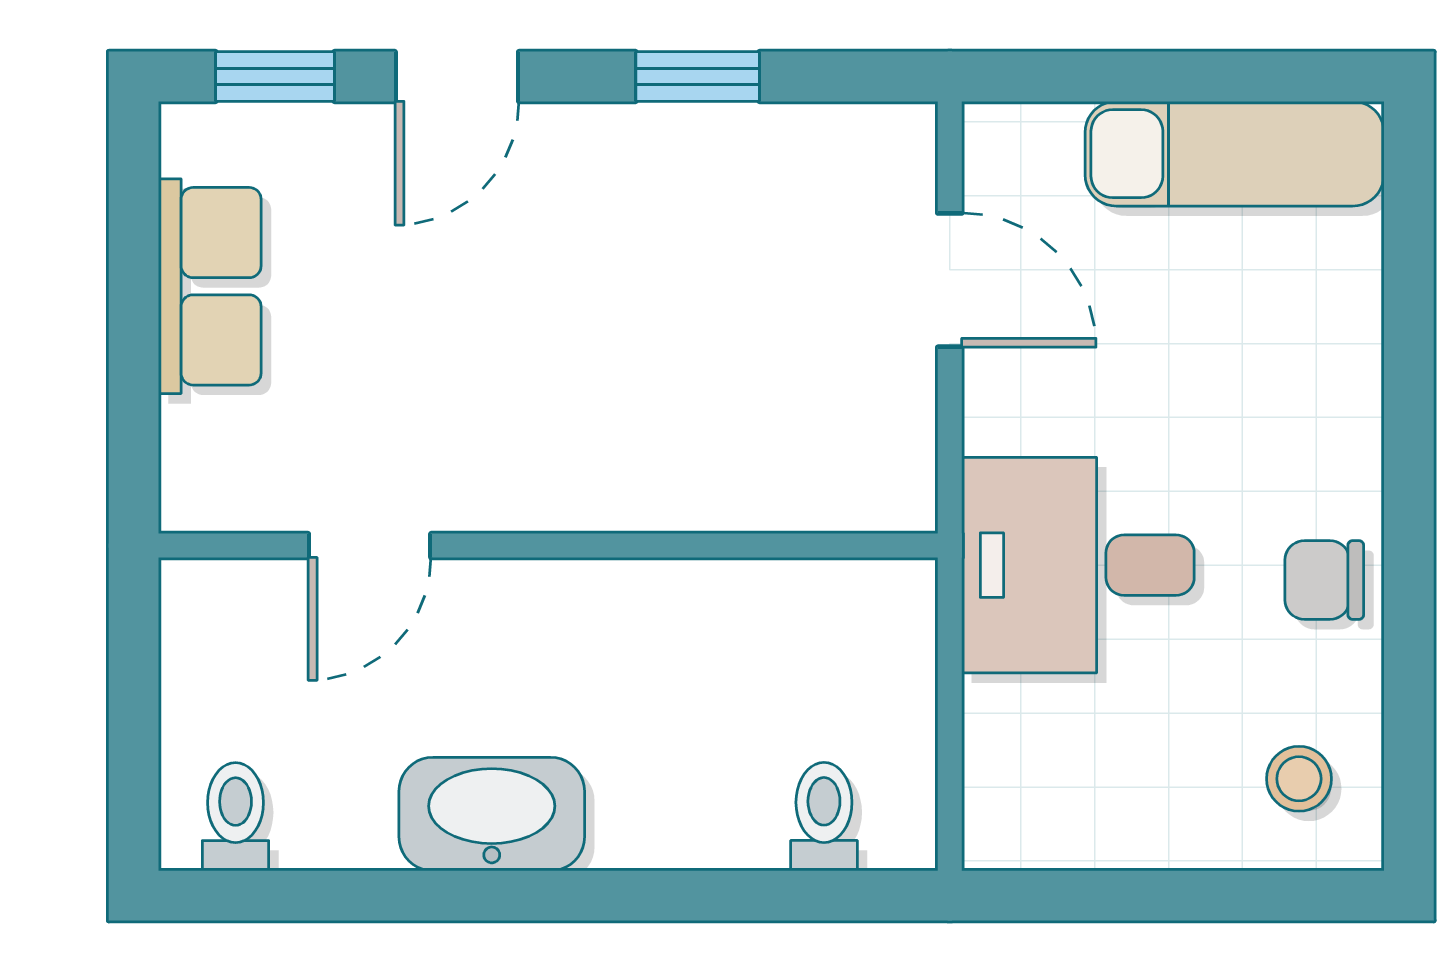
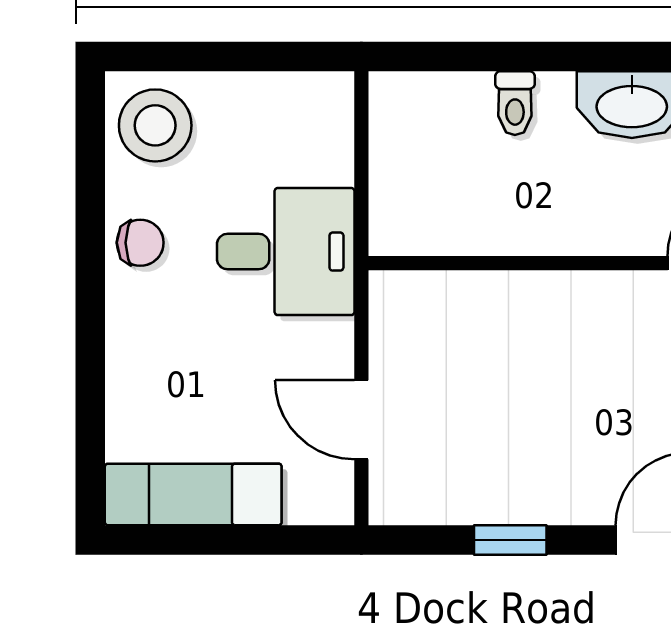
stool: (1299, 779) -> (155, 125), width x1.89, depth x1.89
toilet: (824, 817) -> (515, 103), moved

